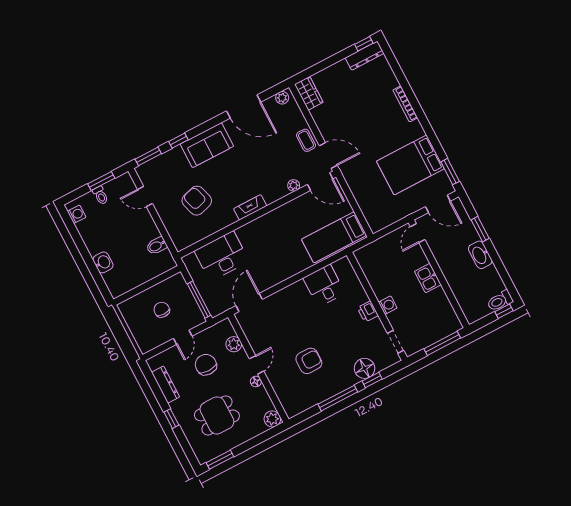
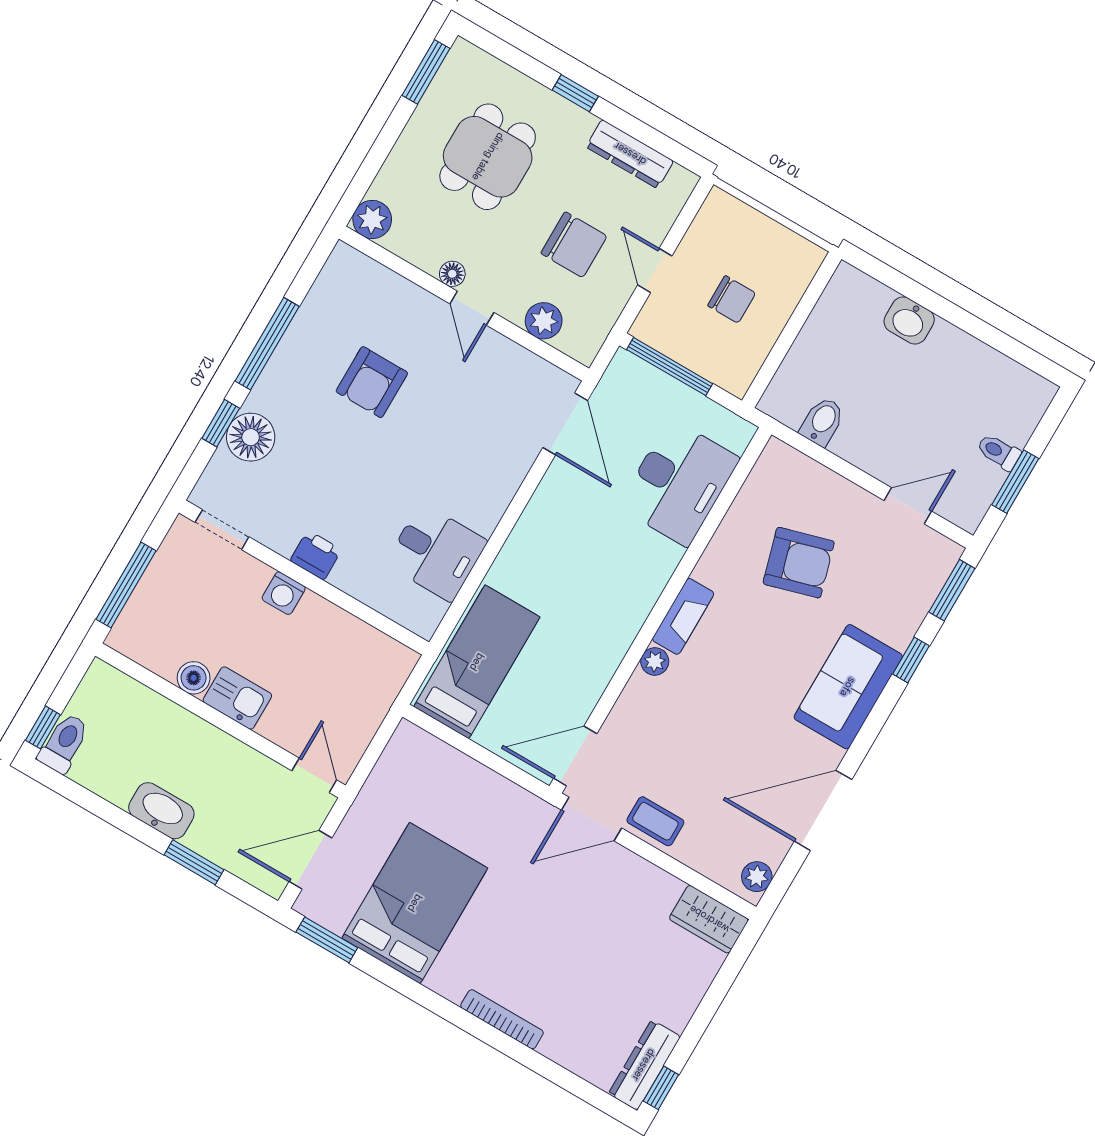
plant: (294, 185) -> (655, 661), moved
washing machine: (77, 214) -> (1023, 384), removed
boiler: (439, 295) -> (194, 678), added

